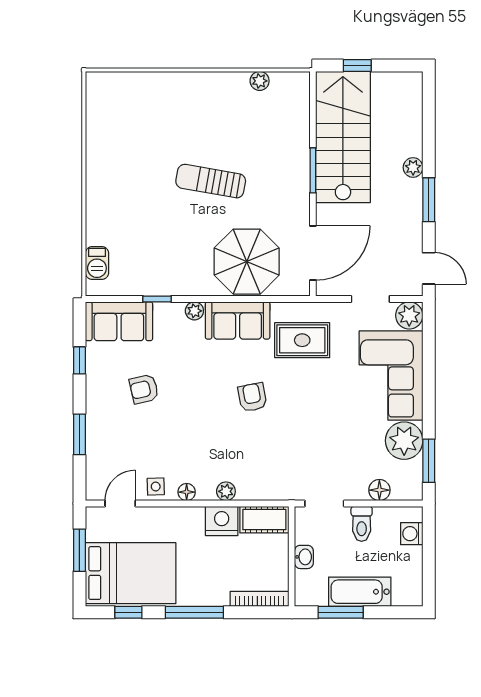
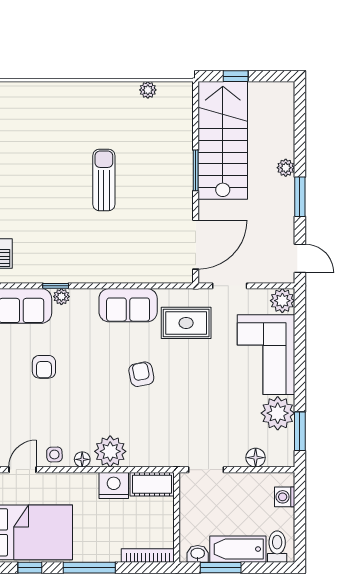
sun lounger: (211, 181) -> (104, 180), turned 80
parasol: (247, 262) -> (136, 252), removed
doorway: (370, 299) -> (230, 286), moved
plant: (194, 311) -> (61, 297), moved
armchair: (144, 389) -> (44, 367), turned -77
plant: (226, 491) -> (110, 451), width x1.88, depth x1.88
toilet: (362, 524) -> (277, 547), moved, turned 180
washbasin: (304, 557) -> (198, 554), moved, turned -90

